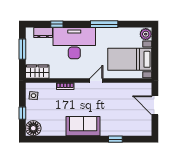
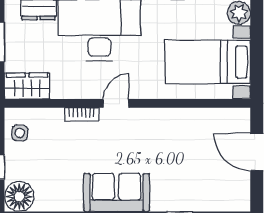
door: (96, 81) -> (116, 103), moved

